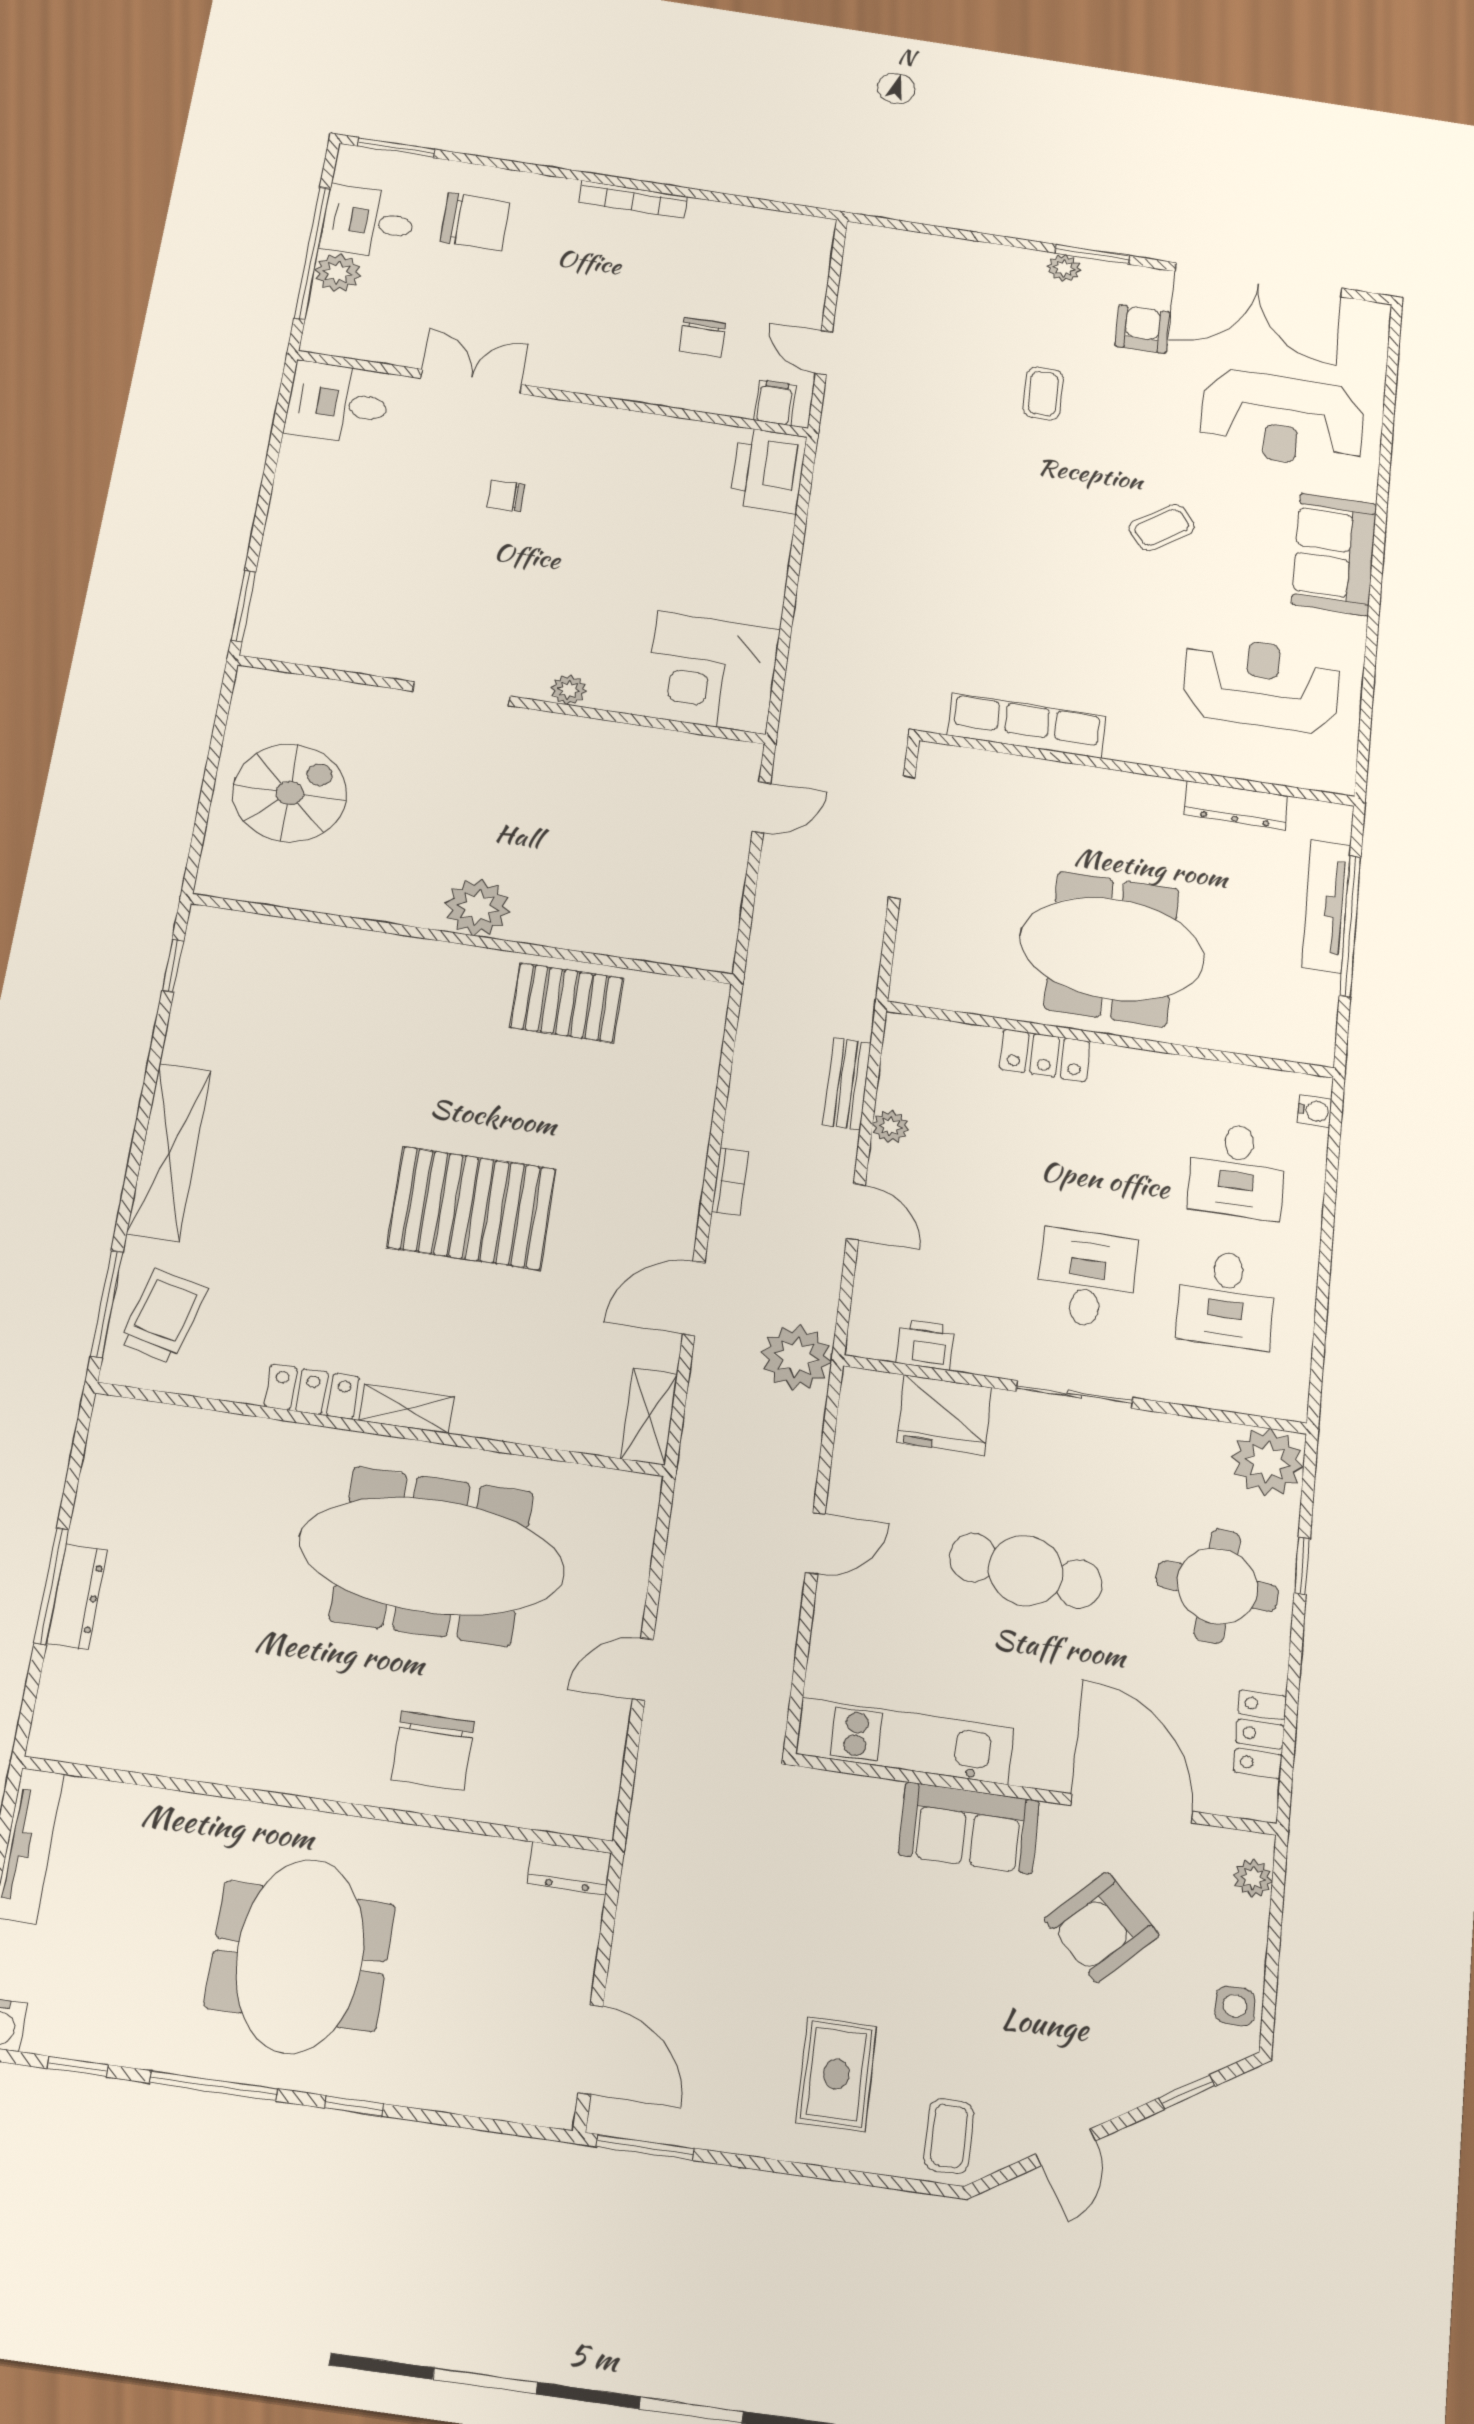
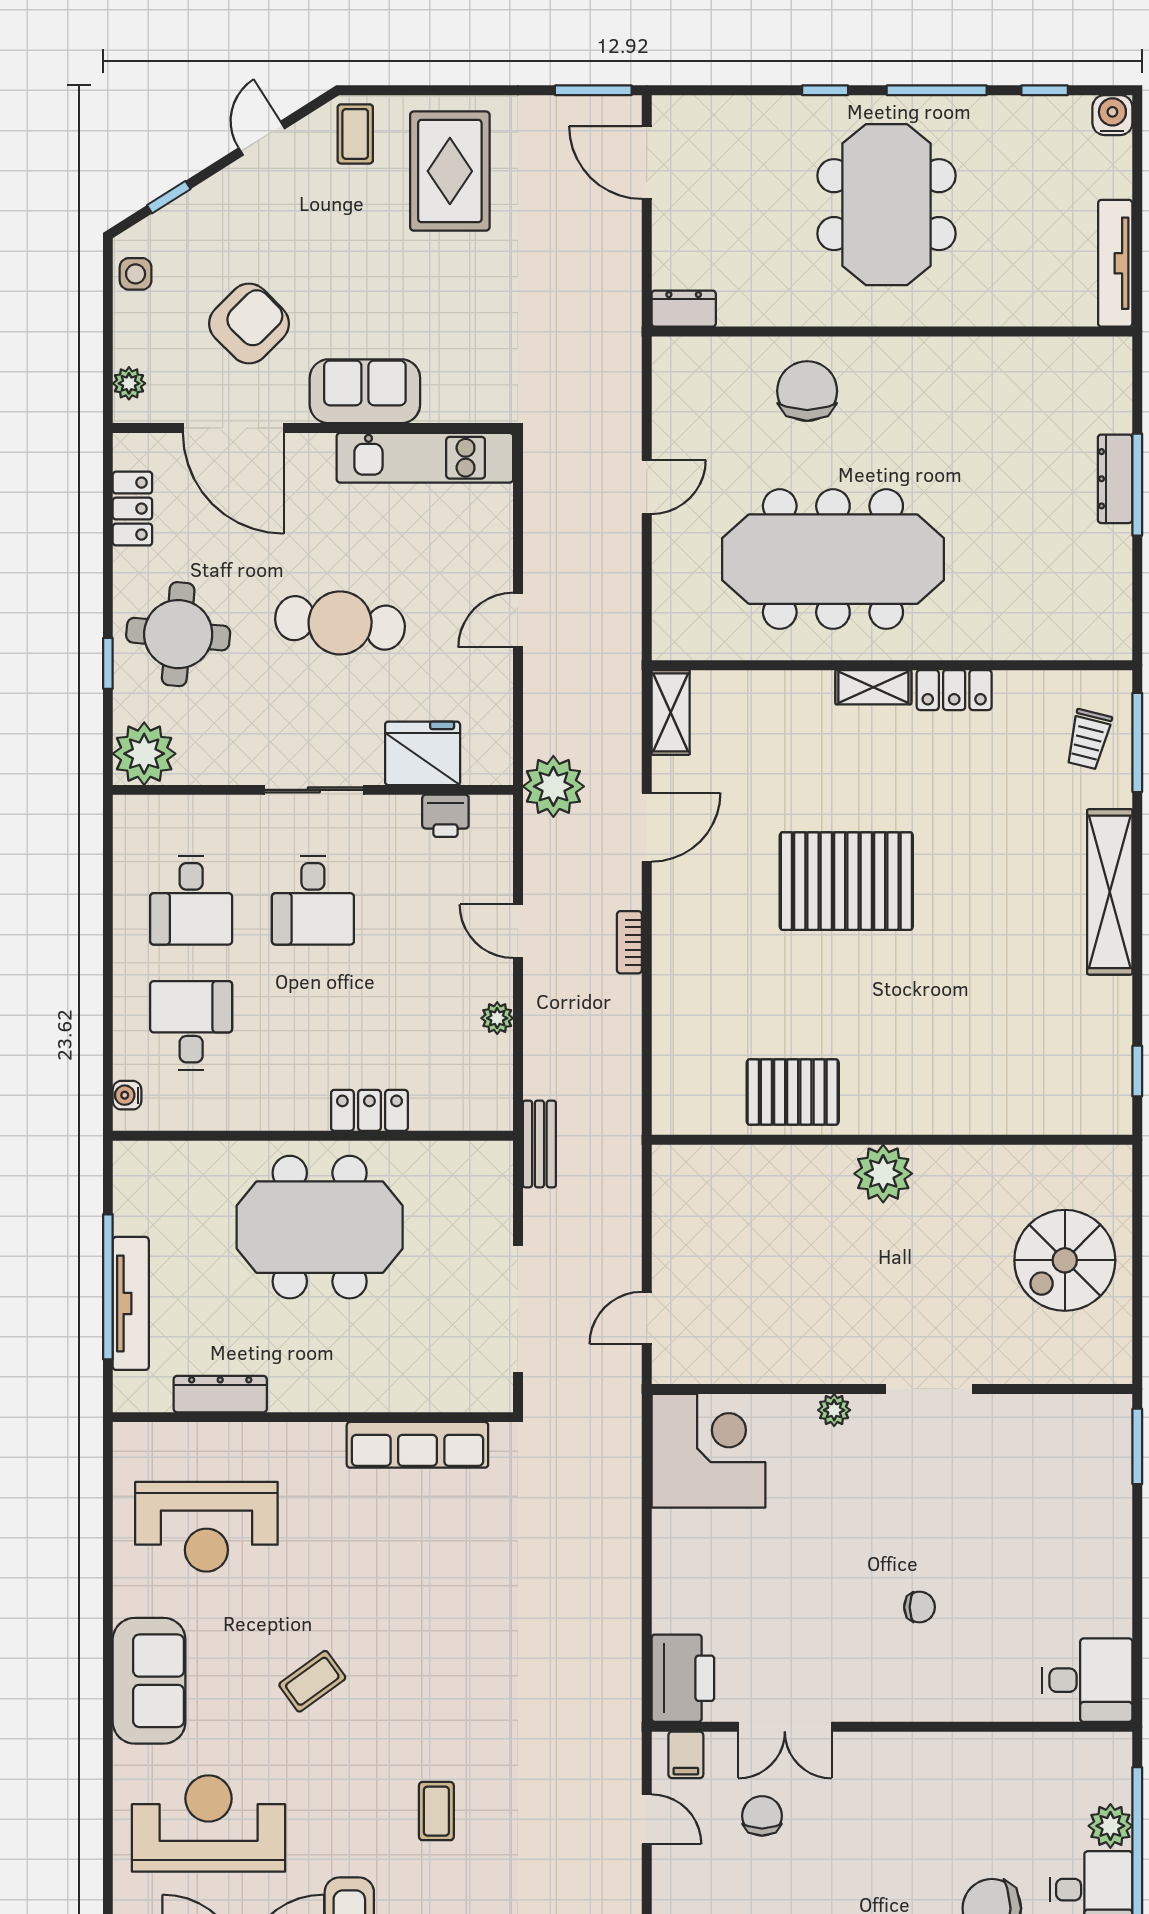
double door: (471, 382) -> (785, 1727), moved
bench: (847, 1084) -> (539, 1144), moved
desk: (1226, 1299) -> (191, 900), turned 180
trolley: (163, 1316) -> (1088, 739), width x0.73, depth x0.72
rug: (836, 2074) -> (450, 171), width x1.36, depth x1.43

